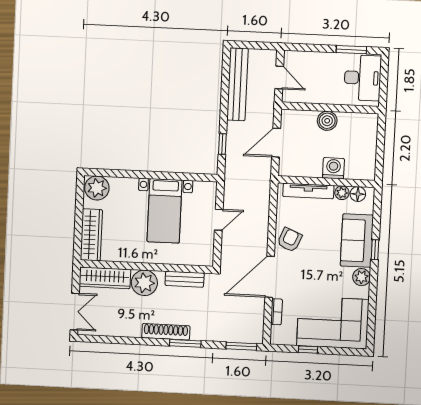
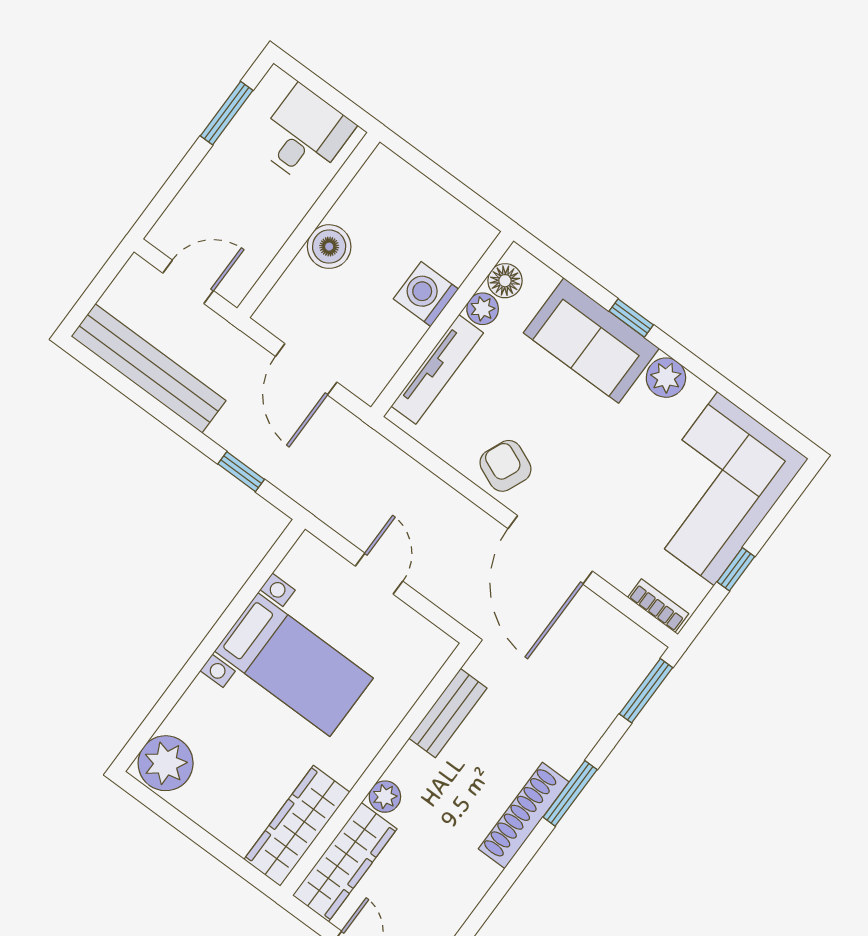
desk: (363, 78) -> (304, 135), width x0.73
wardrobe: (91, 235) -> (297, 826), moved, turned -90
plant: (144, 283) -> (385, 797), width x0.53, depth x0.53
bookcase: (277, 312) -> (658, 606), moved

